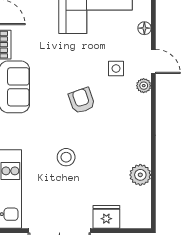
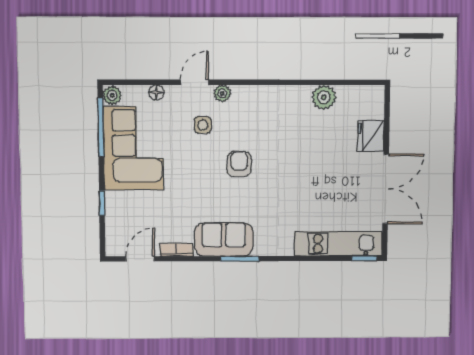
armchair: (82, 101) -> (239, 164), turned 109
stool: (66, 157) -> (303, 182), removed

